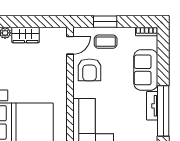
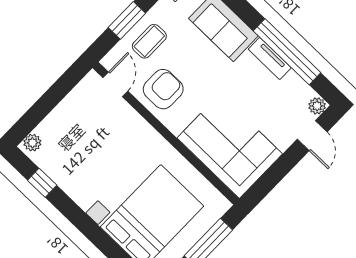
wardrobe: (25, 35) -> (57, 122), removed
armchair: (89, 70) -> (163, 89), turned -90

